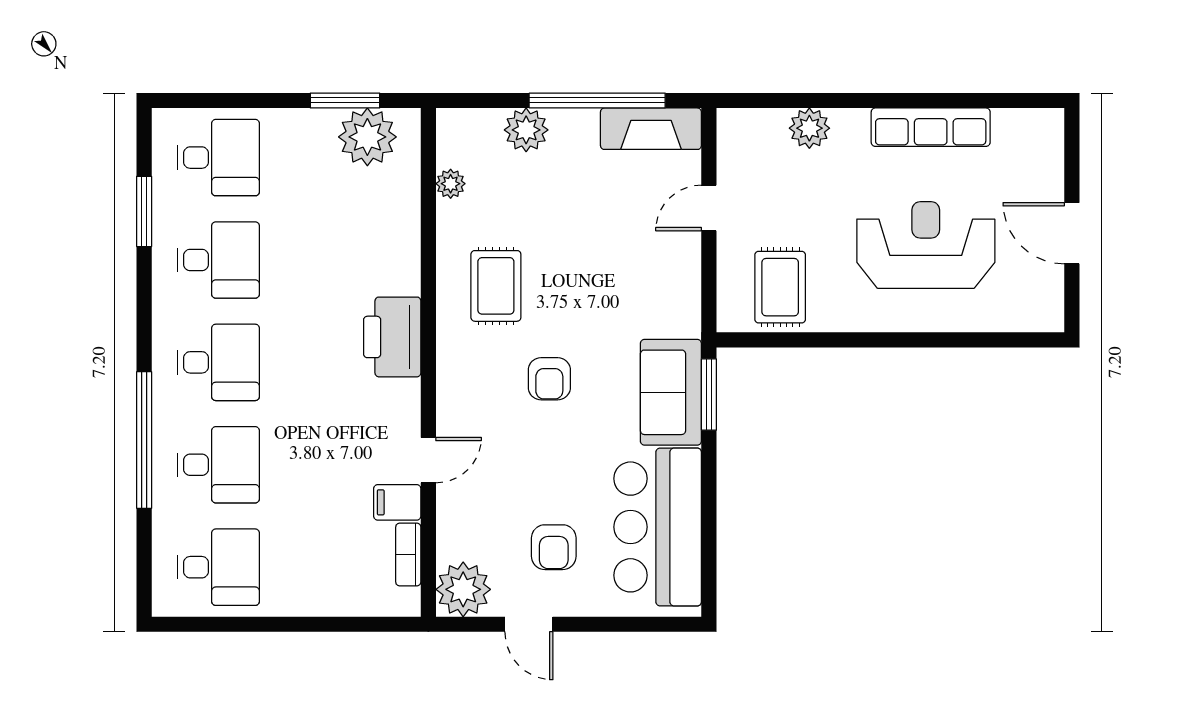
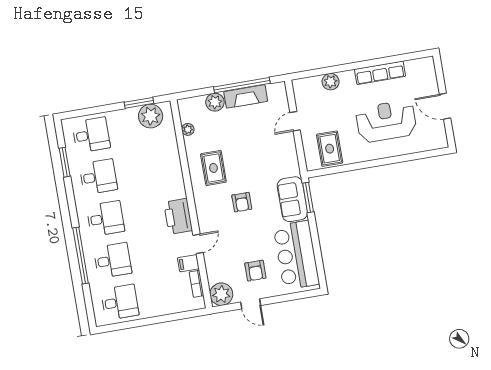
fireplace: (651, 129) -> (246, 96), moved
printer: (392, 337) -> (178, 216), moved

